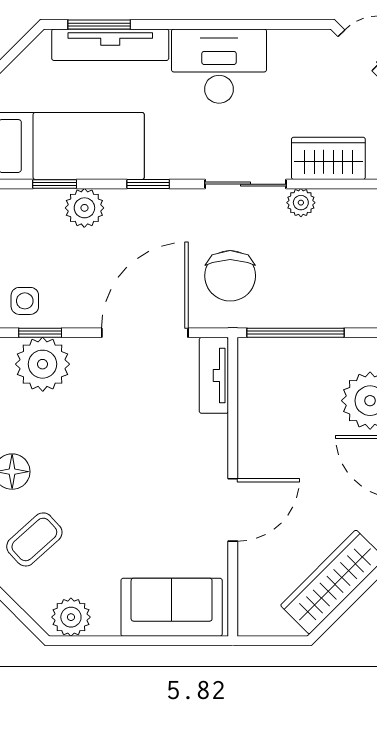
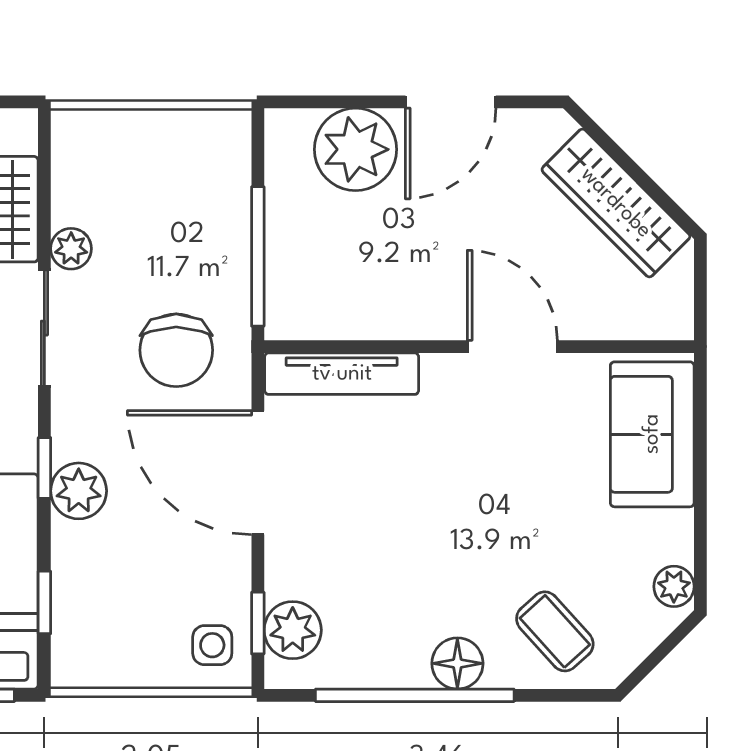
plant: (84, 208) -> (79, 491), moved
chair: (230, 276) -> (176, 350), turned 90
plant: (43, 364) -> (293, 630), width x0.73, depth x0.73
tv unit: (214, 375) -> (342, 374), width x1.41
plant: (71, 617) -> (674, 586), width x0.73, depth x0.73

